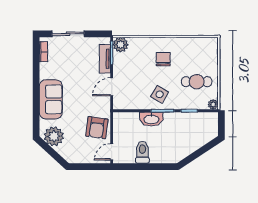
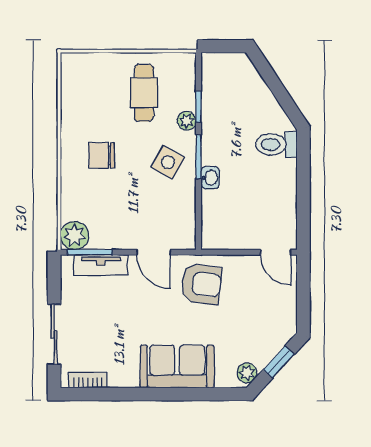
plant: (213, 104) -> (187, 121), moved
washbasin: (151, 119) -> (210, 178), width x0.52, depth x0.69
armchair: (97, 128) -> (201, 284), moved
plant: (54, 136) -> (247, 373), width x0.53, depth x0.53
toilet: (142, 152) -> (276, 144), moved
window: (53, 154) -> (279, 362), added

